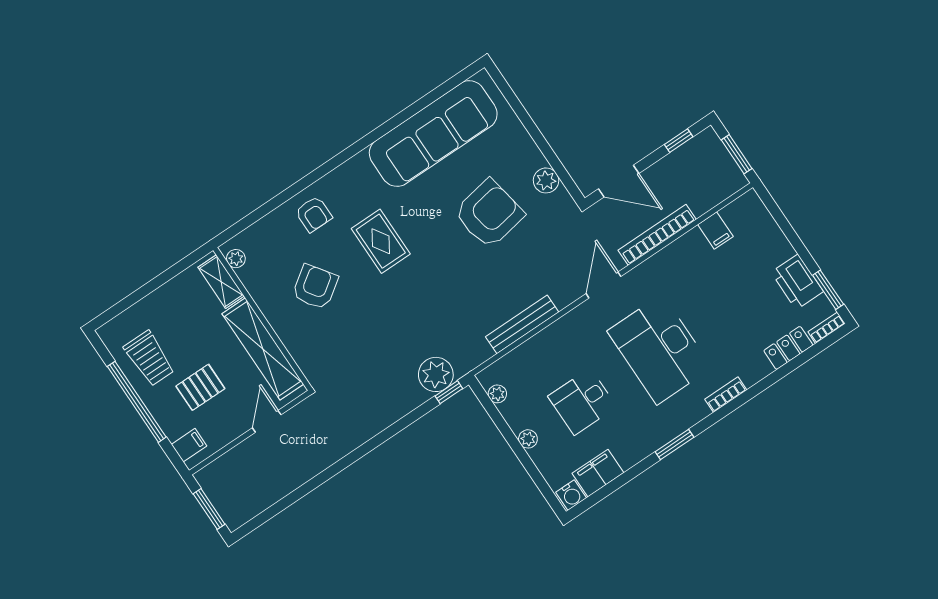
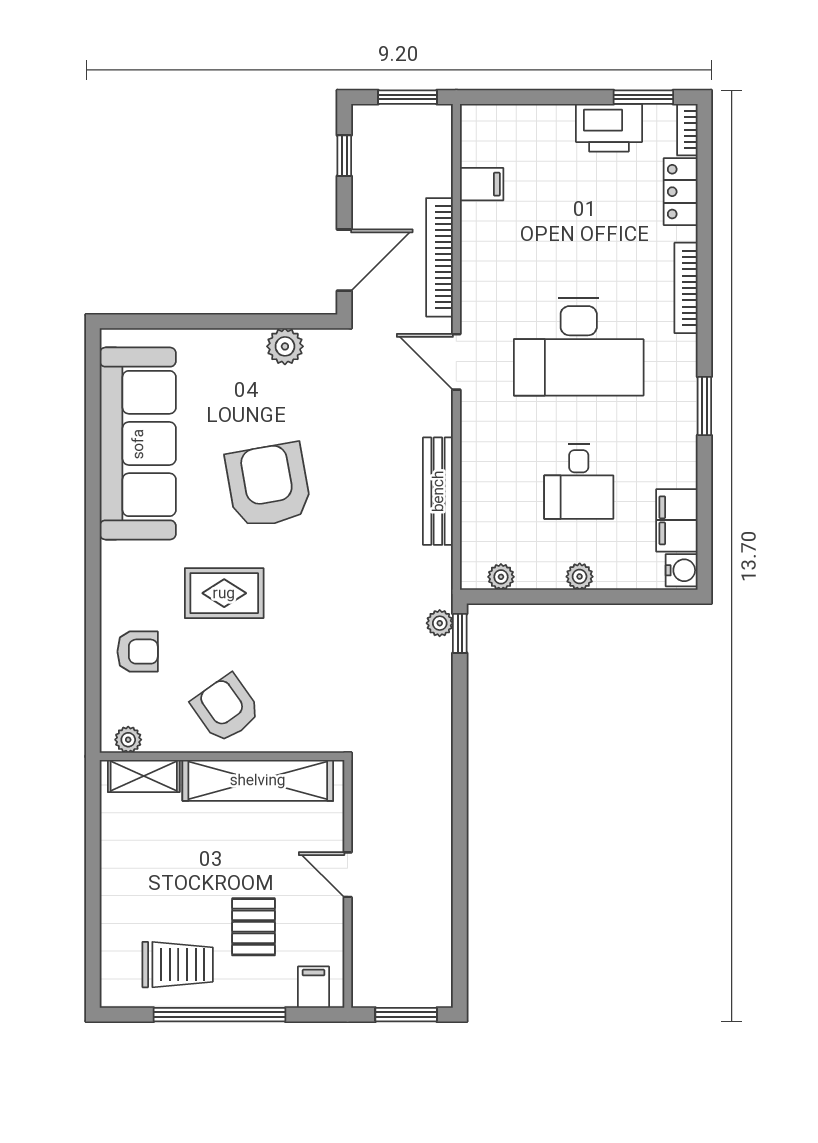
armchair: (489, 214) -> (268, 485), moved
plant: (236, 259) -> (128, 740), moved
shelving: (221, 282) -> (144, 776), moved
wall: (263, 319) -> (222, 756), moved
shelving: (263, 349) -> (258, 780), moved
plant: (436, 374) -> (440, 623), width x0.53, depth x0.53
bookcase: (726, 395) -> (686, 288), width x1.56

